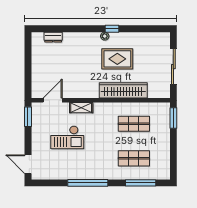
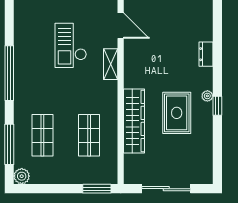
dresser: (53, 37) -> (206, 54), moved
plant: (164, 174) -> (22, 176), added

